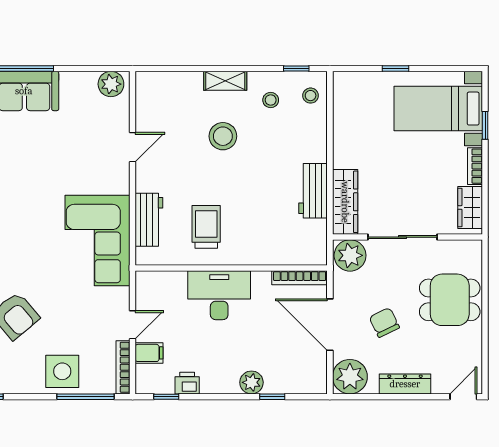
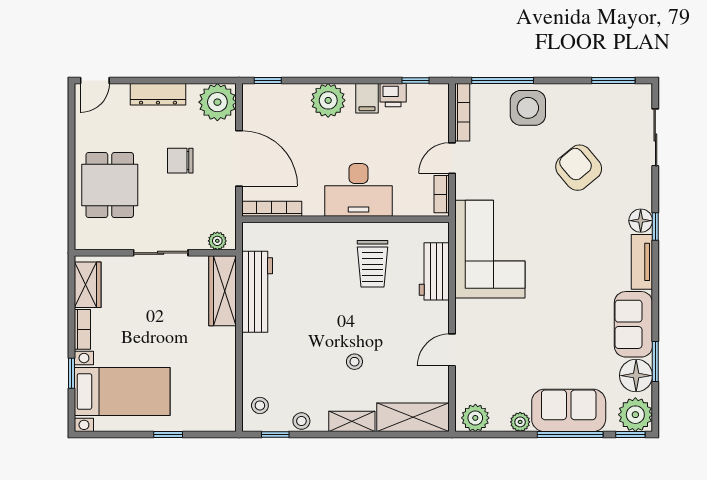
plant: (69, 80) -> (520, 422), added
shelving: (169, 85) -> (413, 417), added
stool: (271, 100) -> (301, 421), moved
stool: (223, 136) -> (354, 362), width x0.53, depth x0.53
workbench: (313, 191) -> (257, 292), width x1.38
sliding door: (402, 237) -> (161, 253), width x0.73
plant: (350, 255) -> (217, 241), width x0.53, depth x0.53
bookcase: (142, 291) -> (442, 194), added
dining table: (450, 300) -> (110, 185), turned 90
chair: (384, 322) -> (180, 161), turned 116
filing cabinet: (149, 353) -> (367, 98), moved, turned -90
plant: (251, 382) -> (328, 100), width x1.36, depth x1.36
window: (272, 397) -> (268, 81), moved

